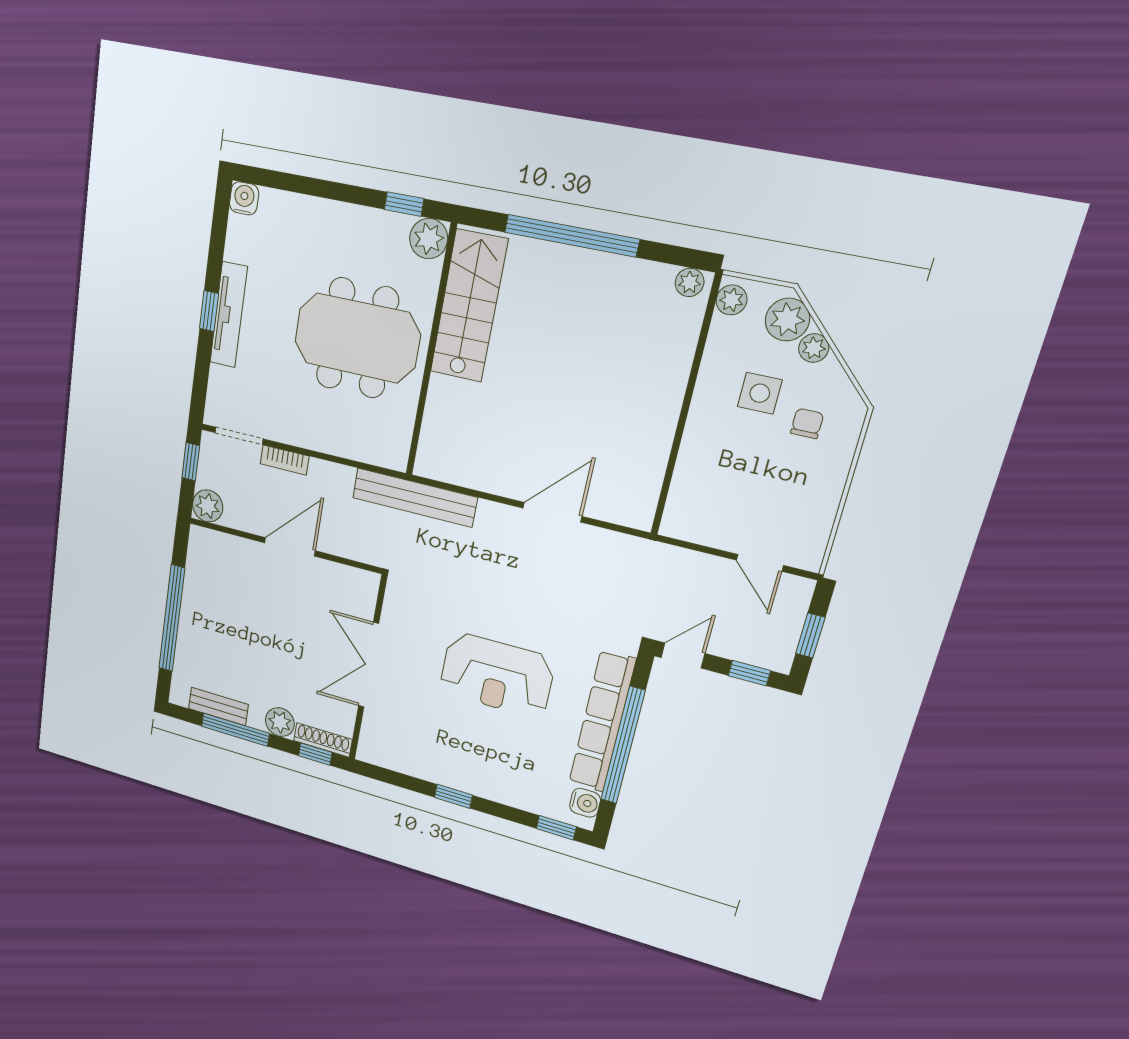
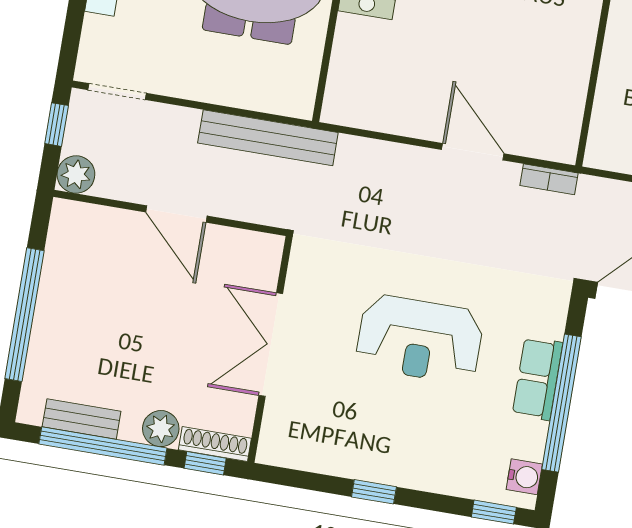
bookcase: (285, 460) -> (549, 179), moved
bench: (414, 498) -> (268, 138), moved
door: (552, 512) -> (473, 152), hinge flipped
door: (290, 547) -> (176, 214), swing flipped
row of seats: (602, 722) -> (537, 378), width x0.50
window: (235, 730) -> (103, 446), width x1.46

